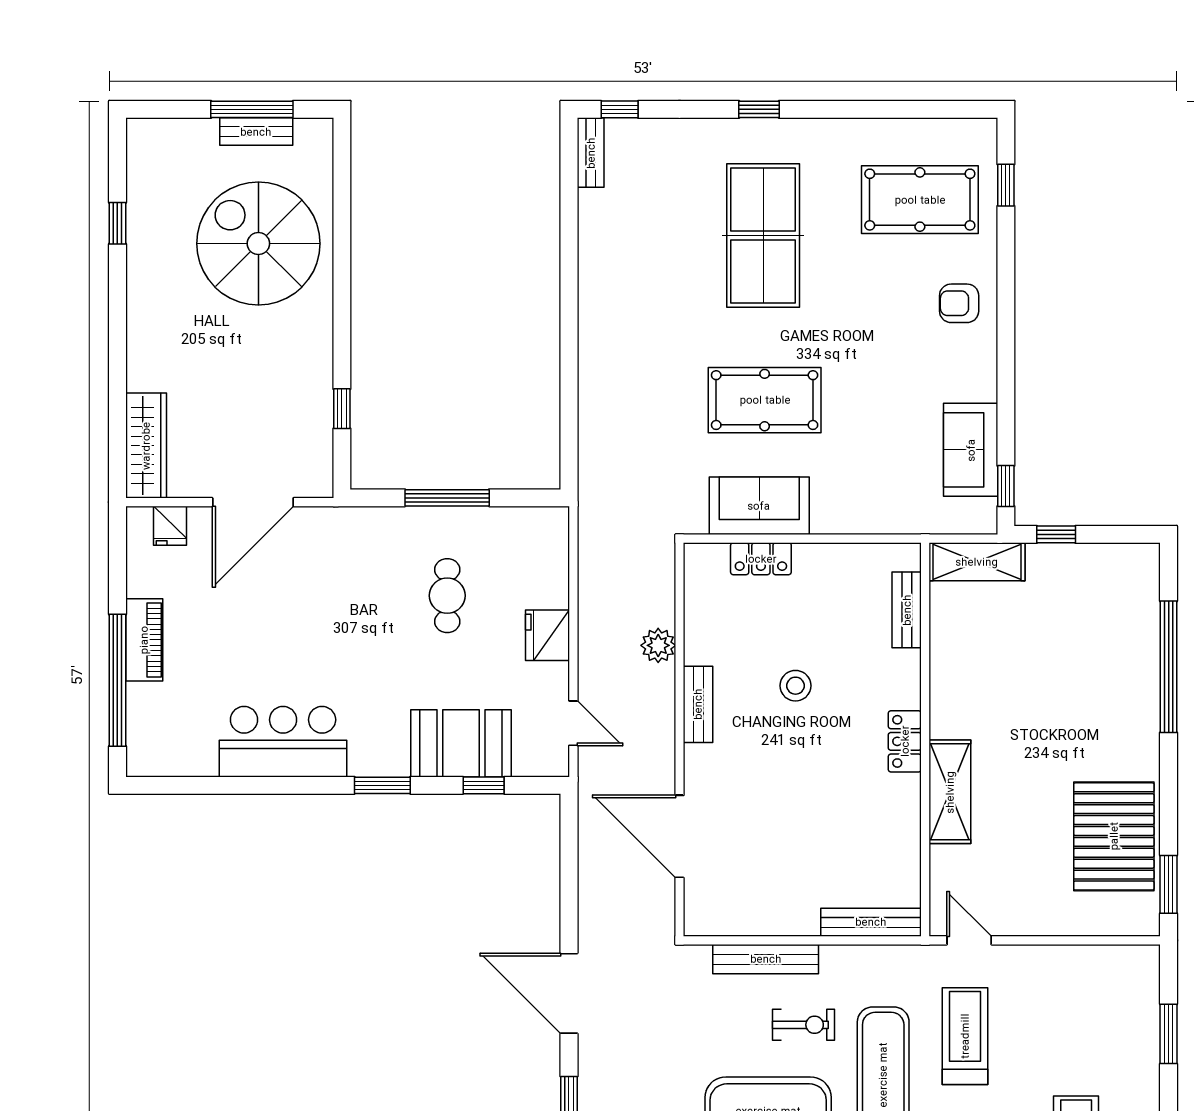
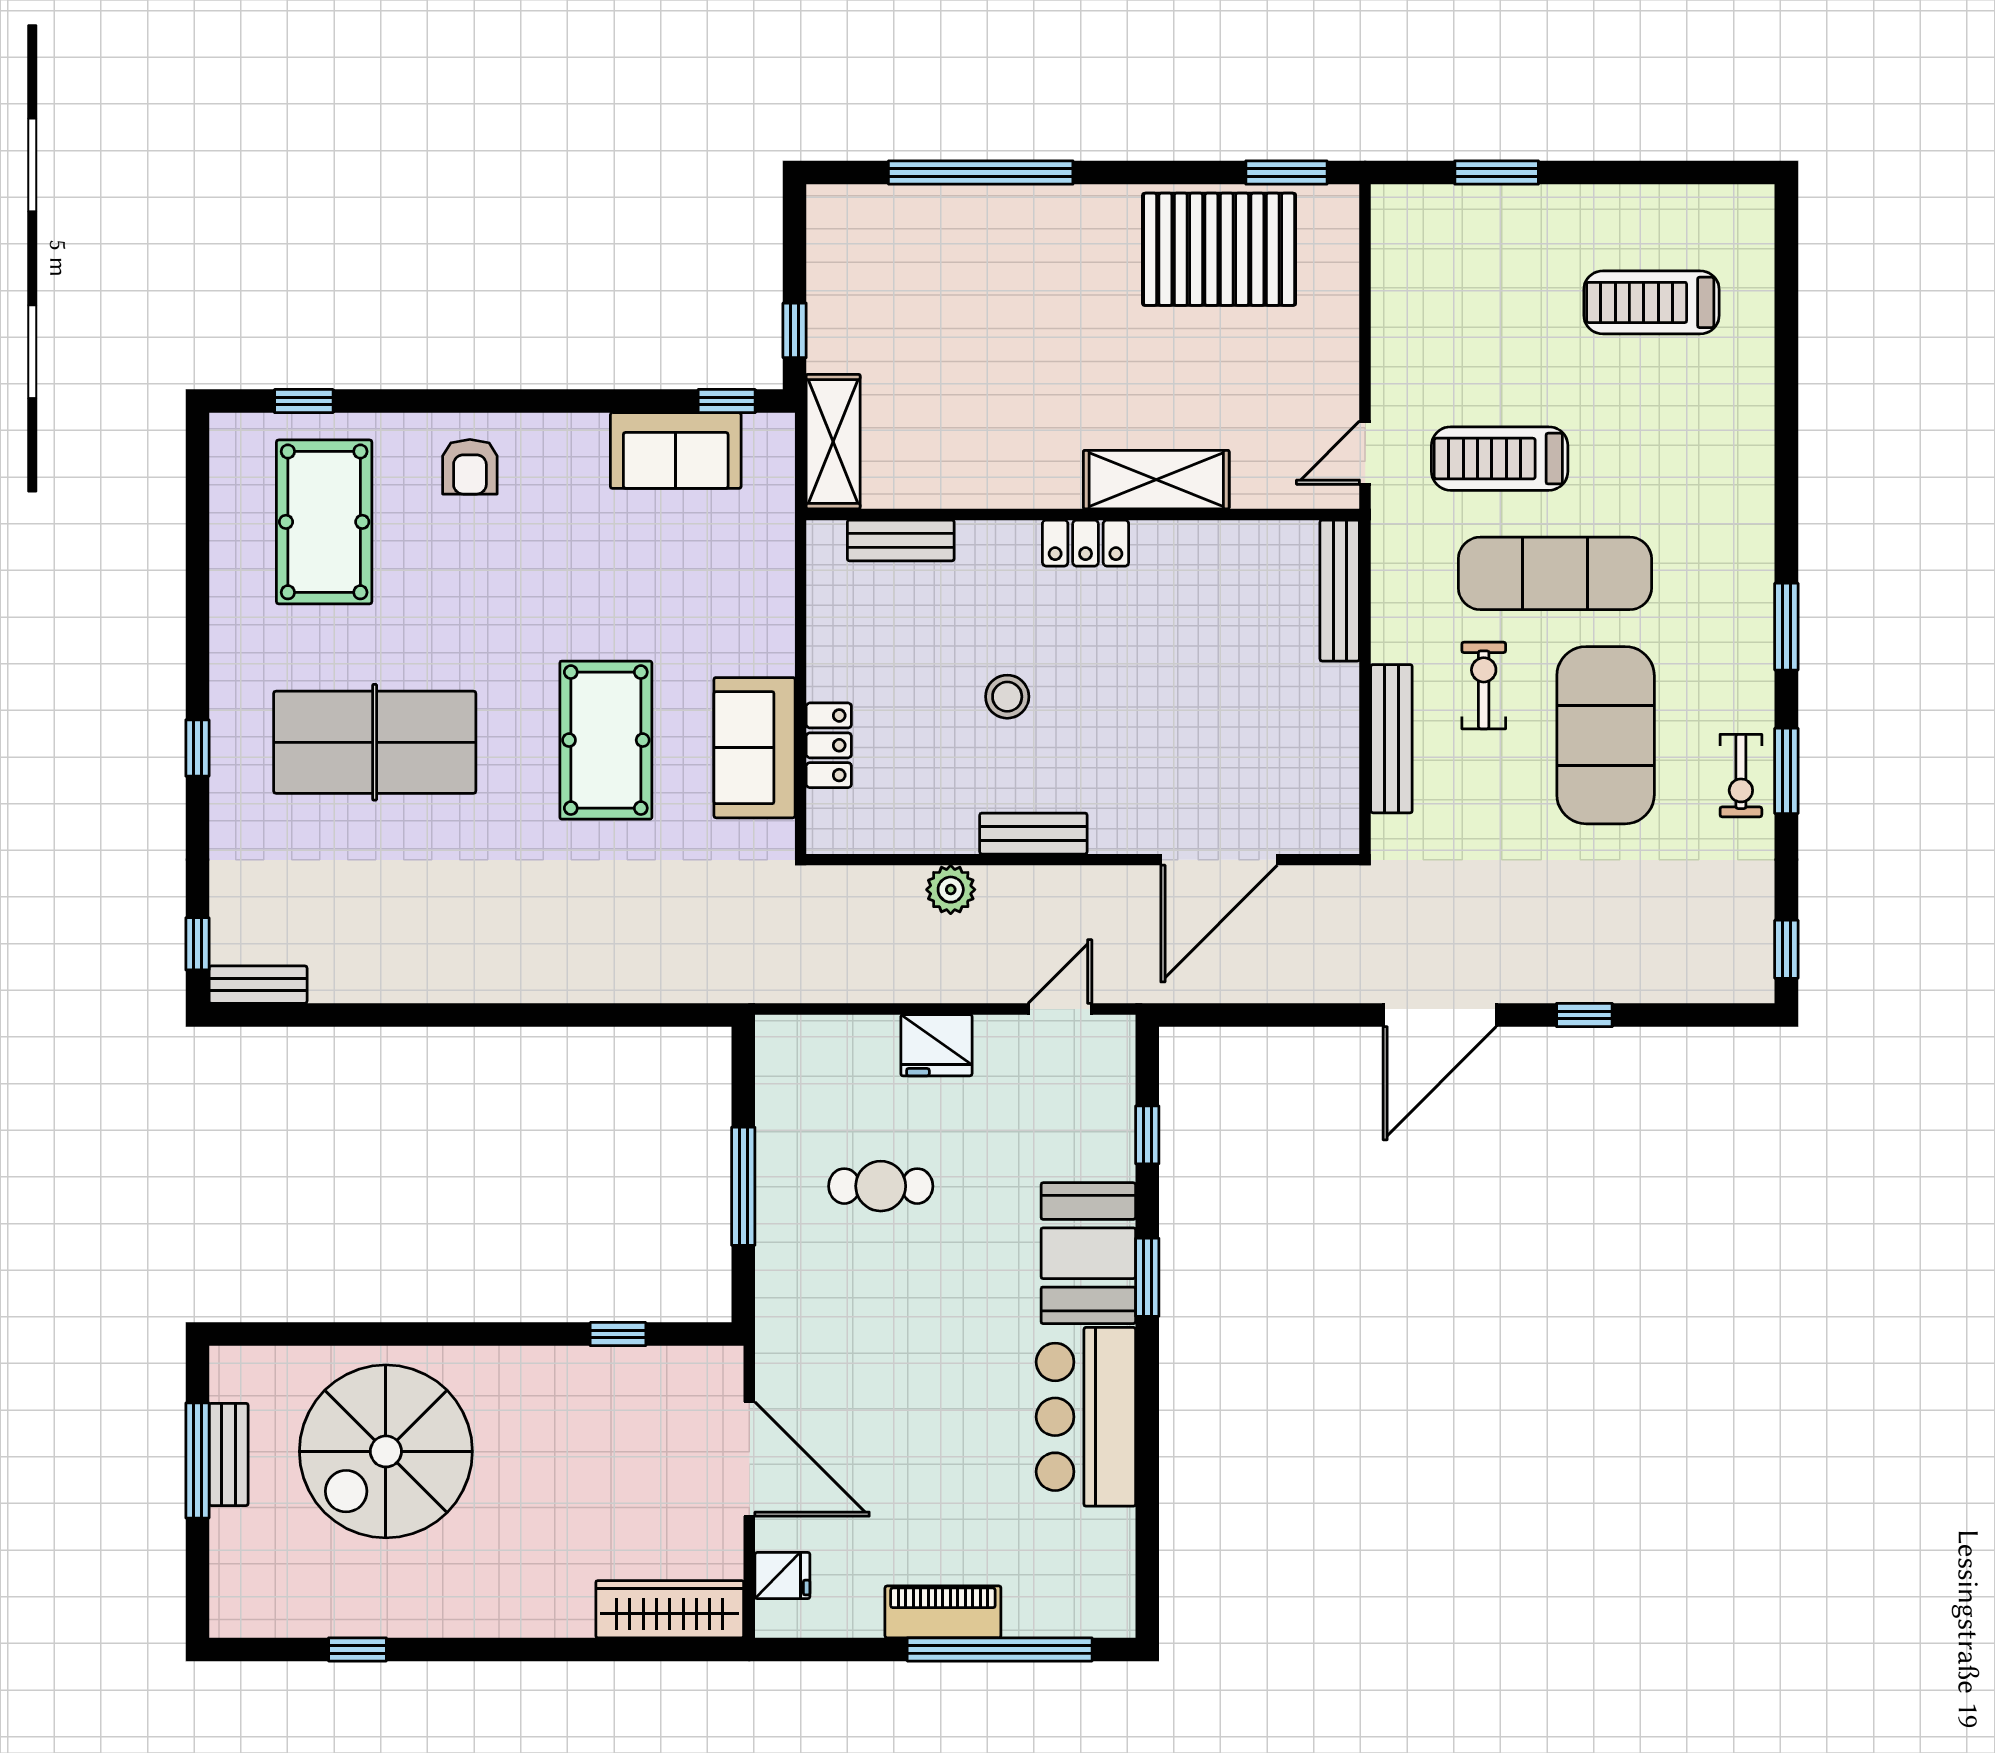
booth: (461, 743) -> (1088, 1253), moved

